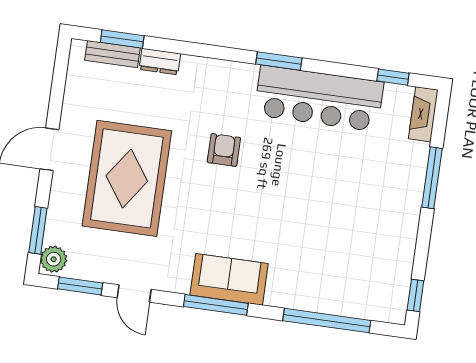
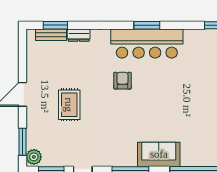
bar counter: (319, 98) -> (147, 43), moved
rug: (127, 178) -> (69, 105), width x0.54, depth x0.49
sofa: (229, 279) -> (159, 154), moved

